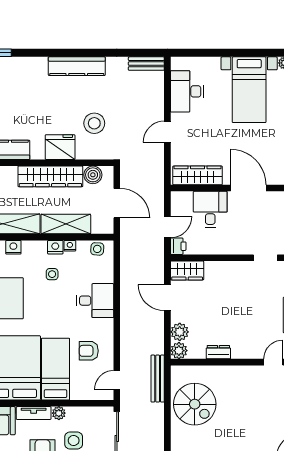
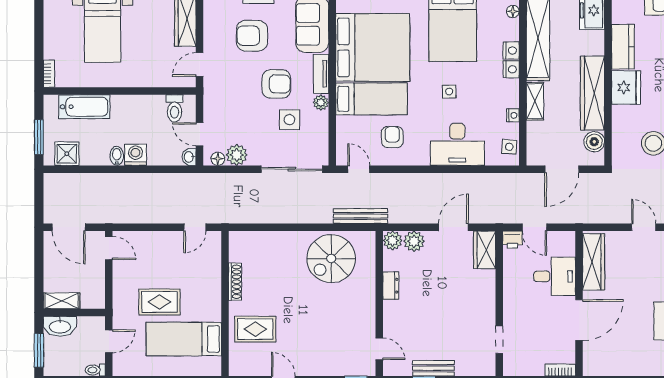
fridge: (60, 147) -> (626, 88), moved
shelving: (66, 224) -> (535, 101), width x0.67, depth x0.75
nightstand: (55, 247) -> (511, 69), moved
side table: (52, 274) -> (449, 92), moved
desk: (95, 301) -> (457, 144), width x1.37

